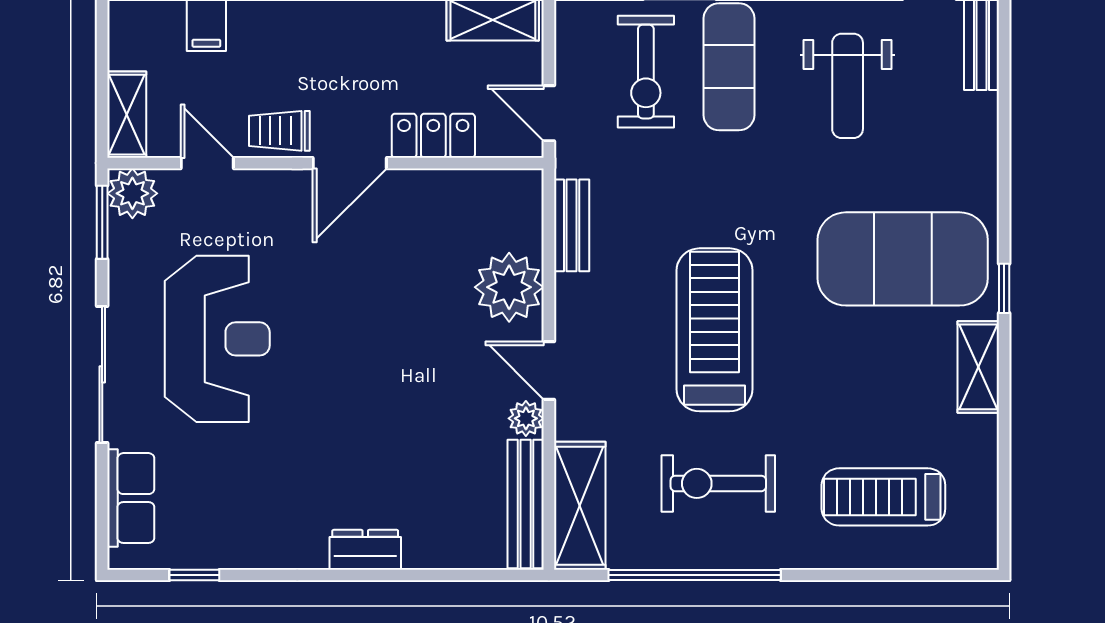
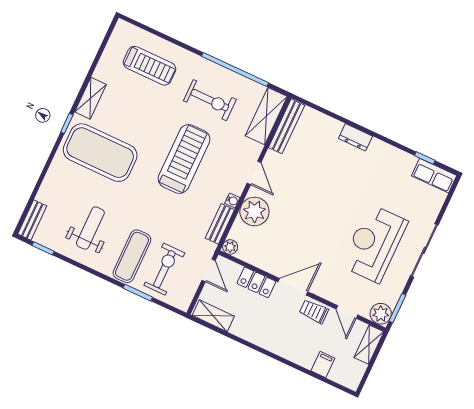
trolley: (279, 131) -> (314, 311), turned 180
water cooler: (568, 289) -> (232, 201), added
treadmill: (715, 330) -> (184, 159), turned 180
plant: (526, 418) -> (230, 247), moved
row of seats: (131, 498) -> (434, 176), moved, turned -90

